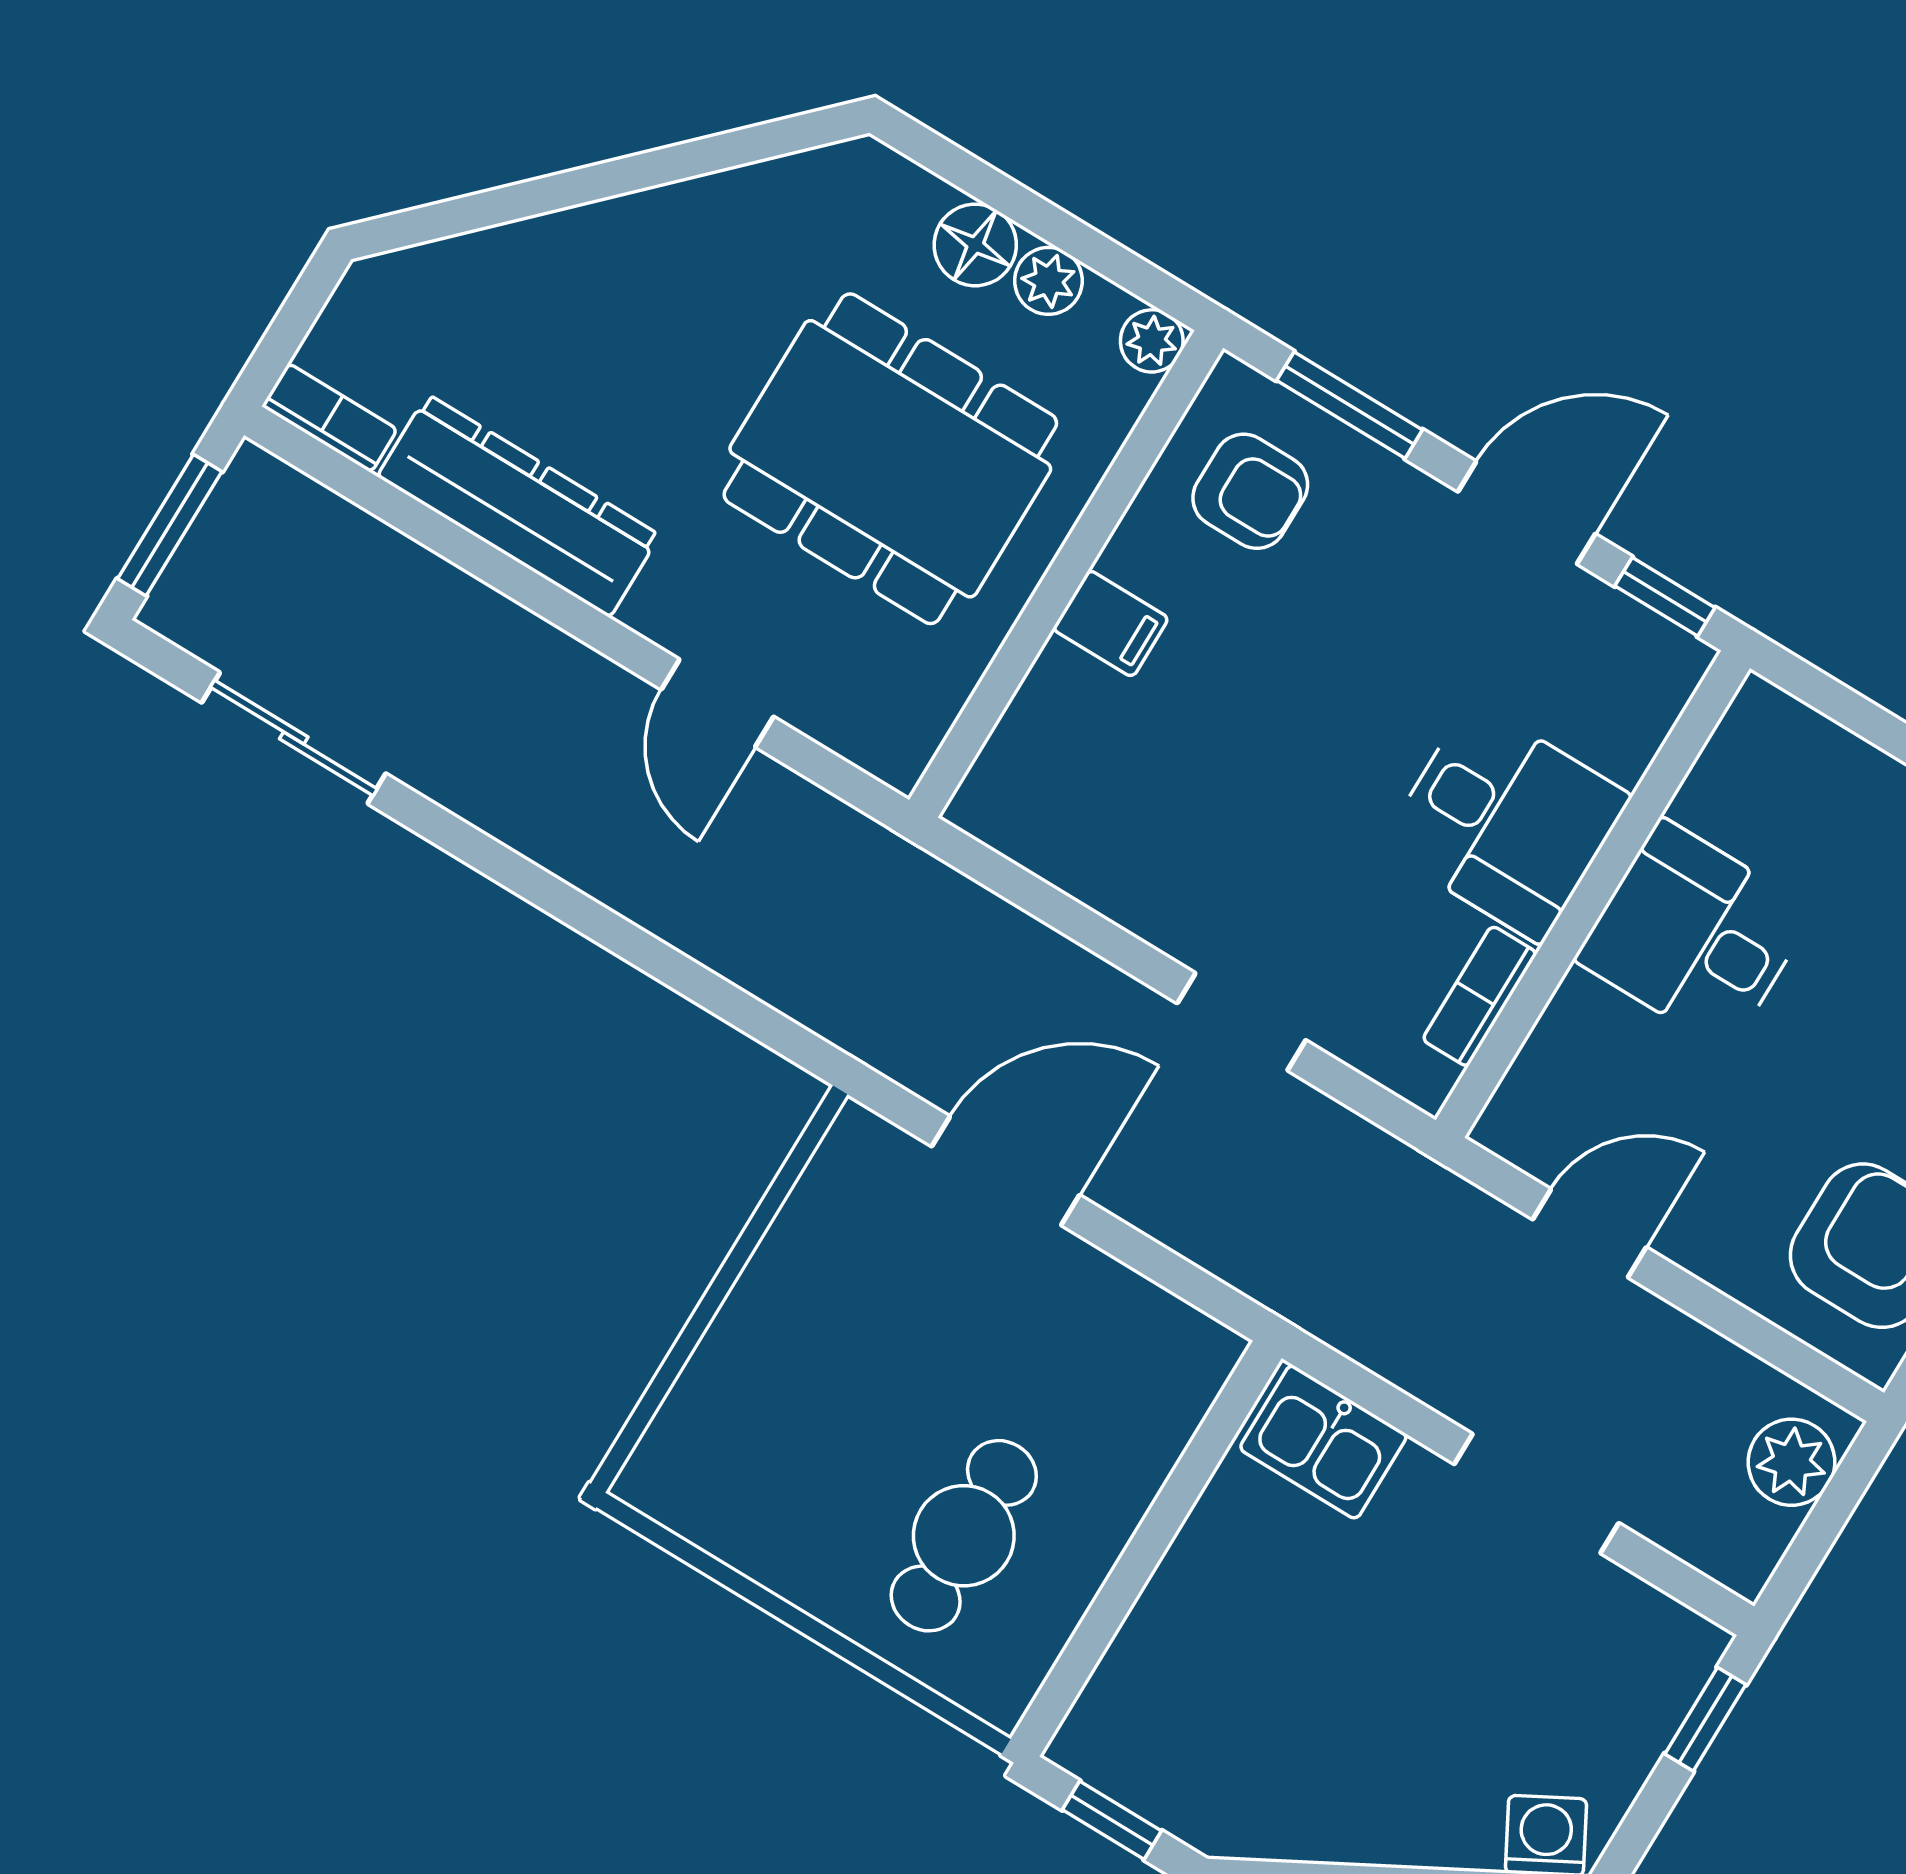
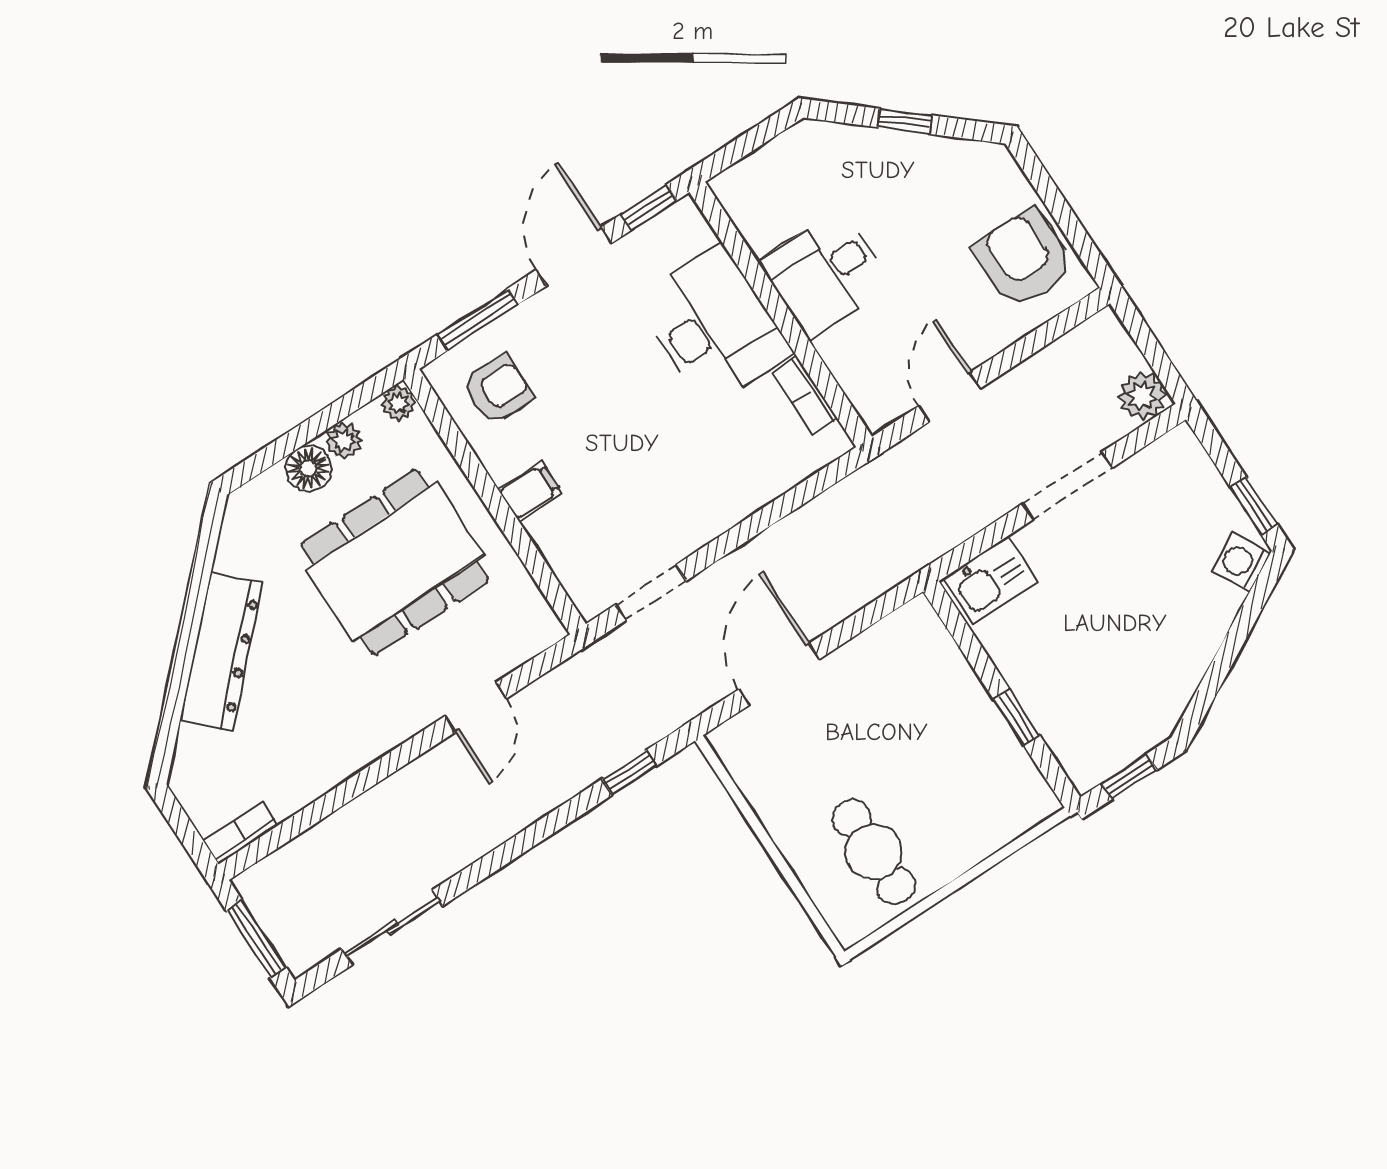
dresser: (519, 506) -> (221, 652), moved, turned 135
door: (717, 703) -> (476, 707), hinge flipped
desk: (1506, 822) -> (714, 325), width x1.37
window: (730, 1003) -> (629, 772), added
doorway: (1241, 1022) -> (651, 593), moved
plant: (1791, 1462) -> (1142, 396), moved
cafe table: (964, 1536) -> (874, 852), moved
window: (1121, 1590) -> (1017, 717), added
window: (1705, 1719) -> (1254, 506), moved

